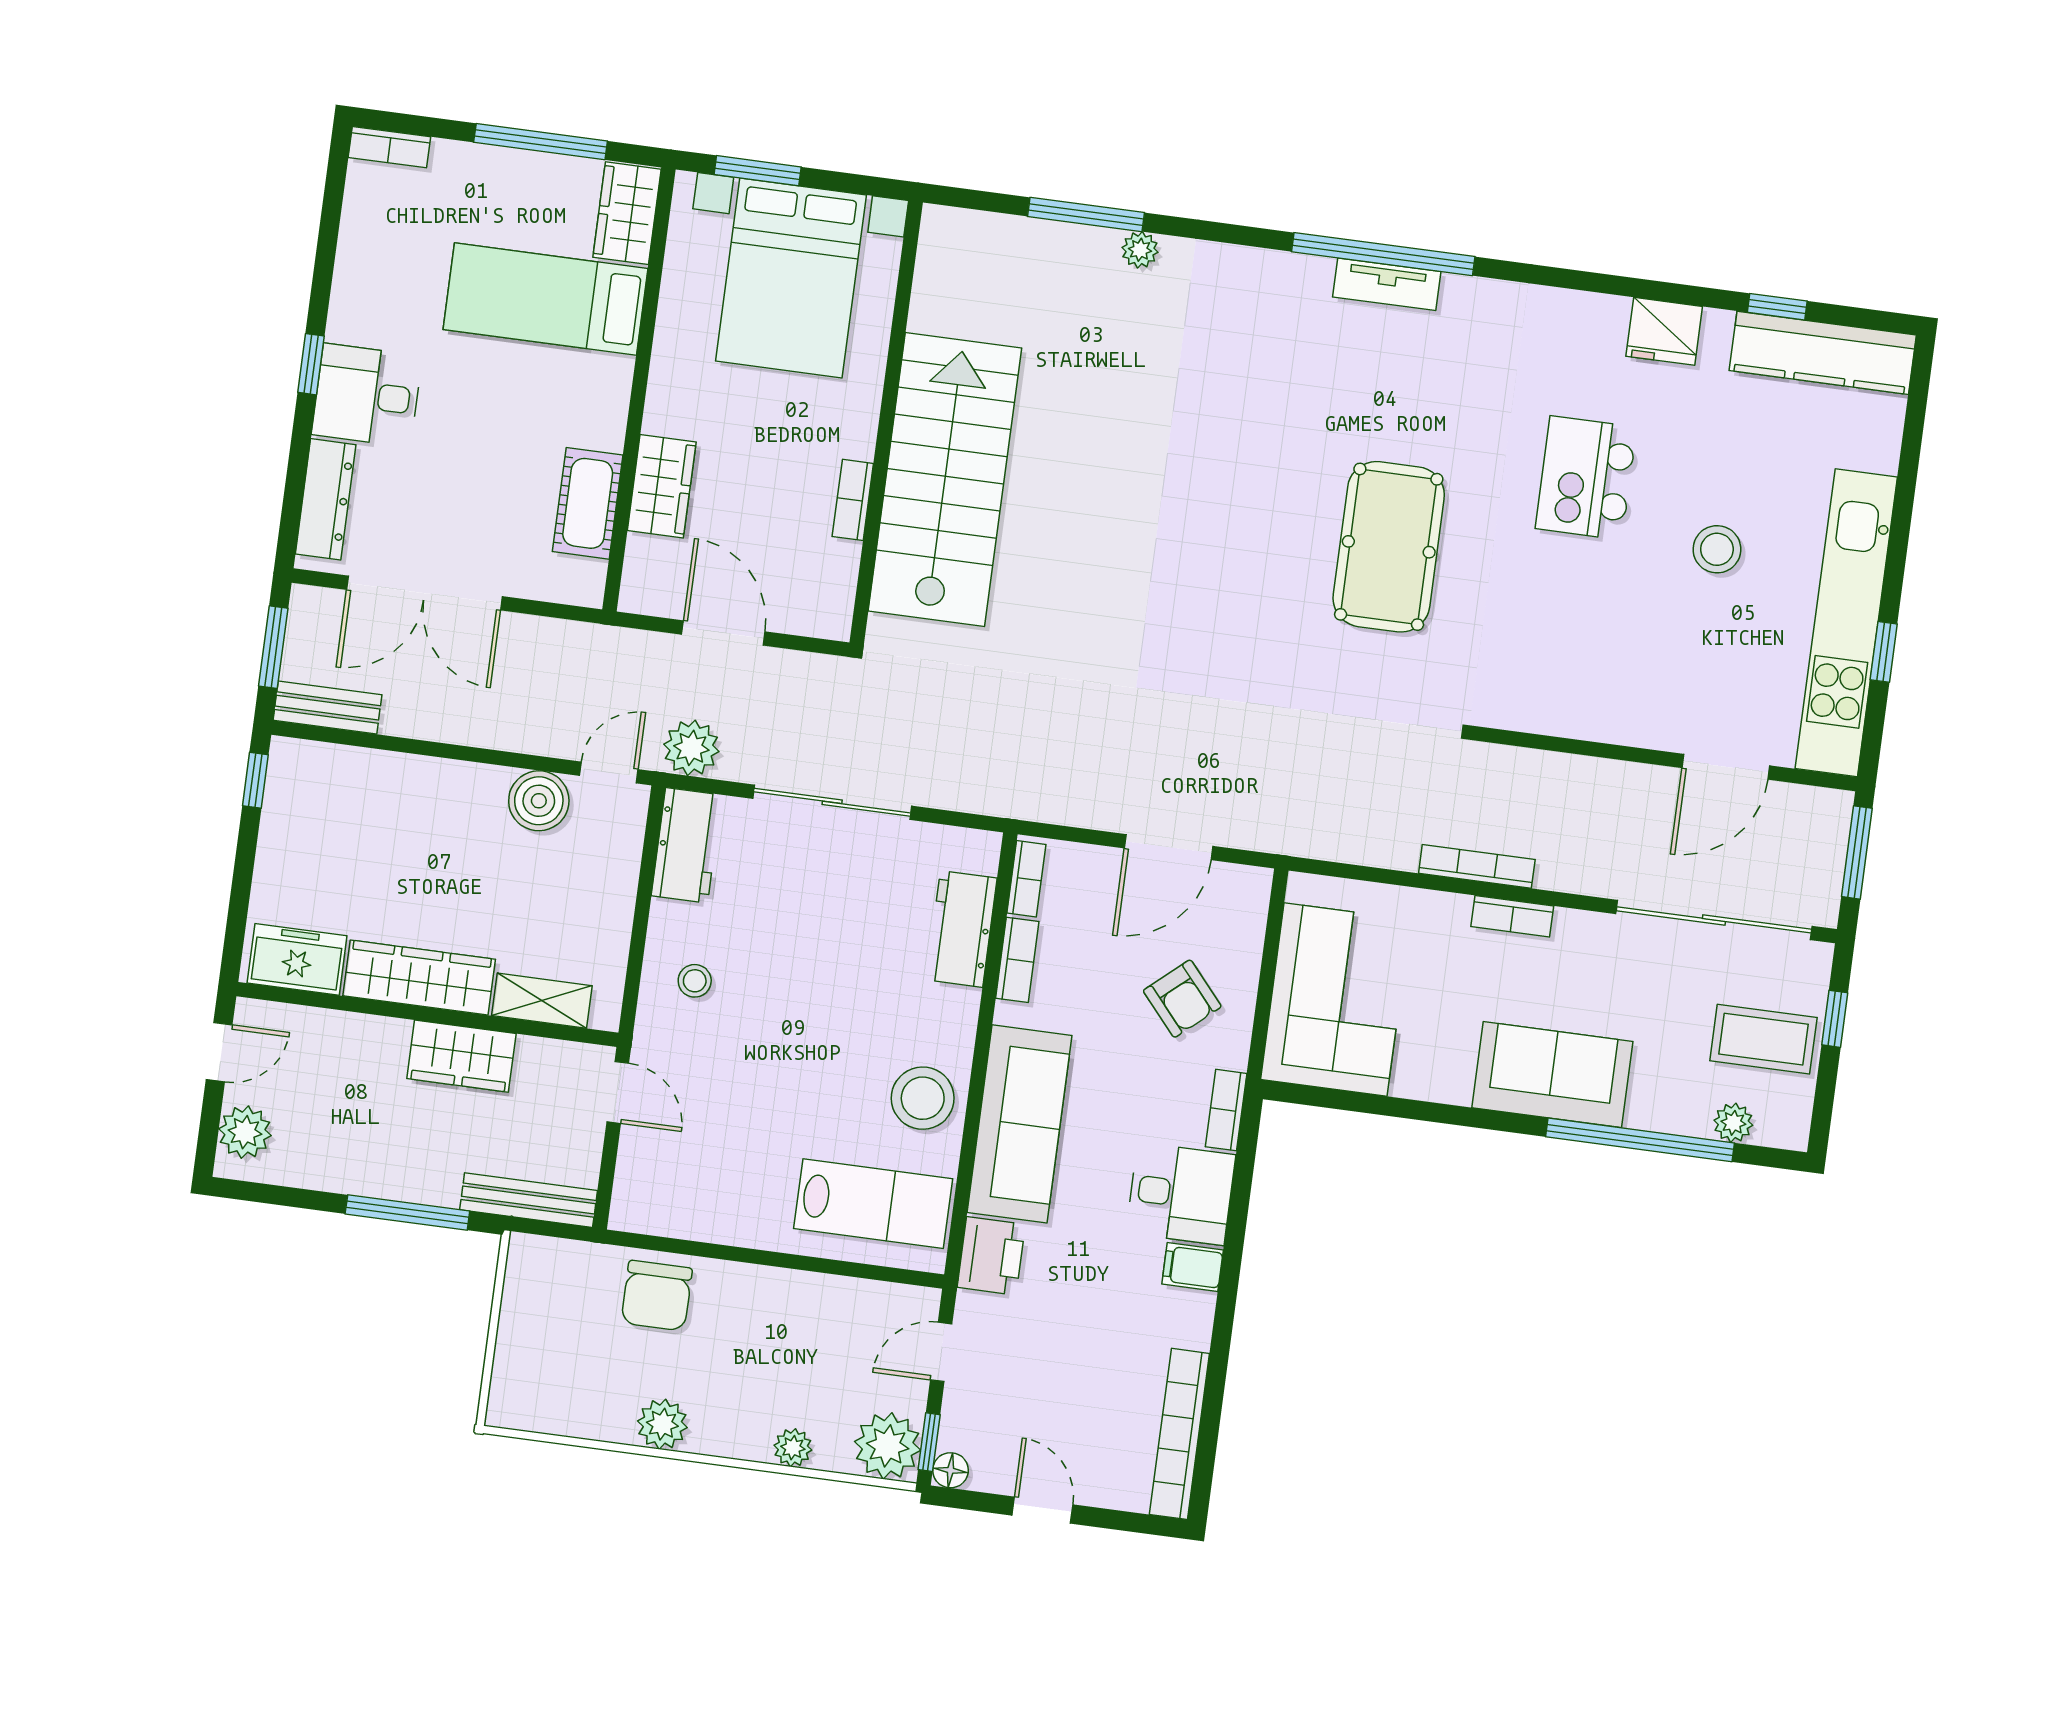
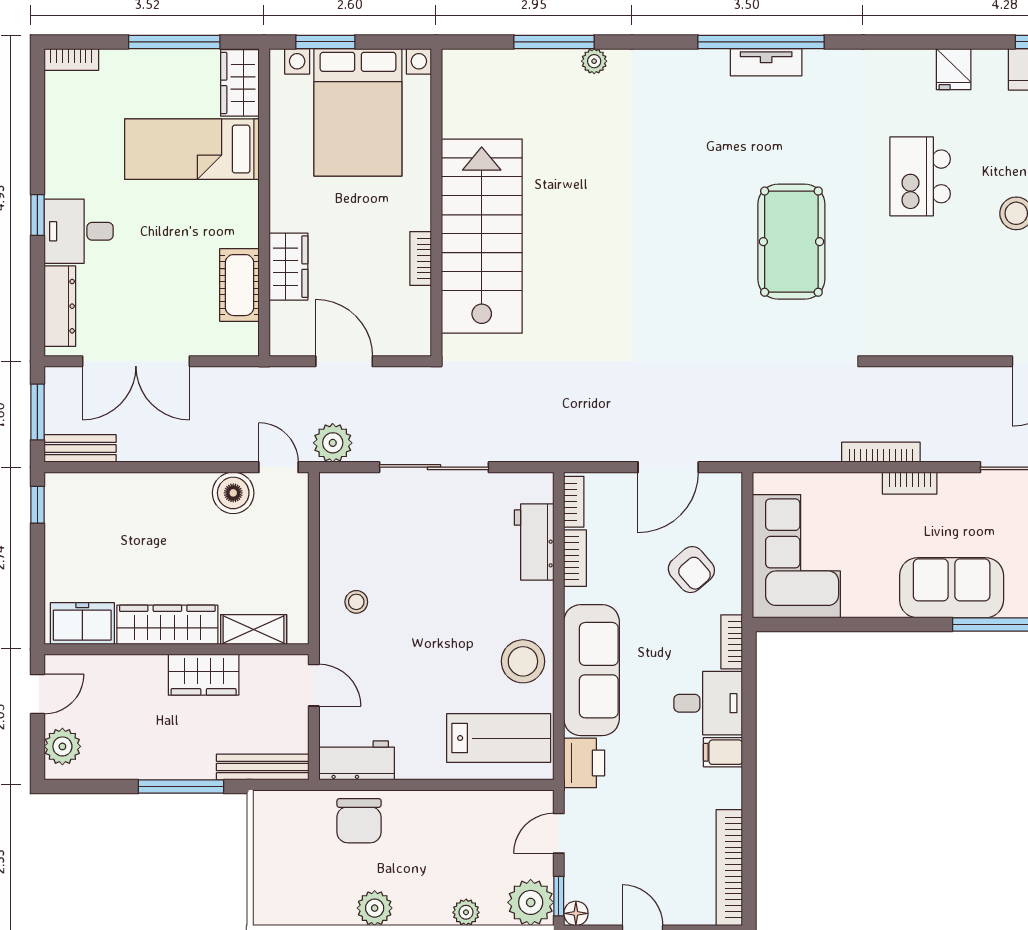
fridge: (1664, 331) -> (954, 69), width x0.72
door: (609, 772) -> (278, 467), hinge flipped
workbench: (687, 845) -> (357, 760), moved, turned -90

